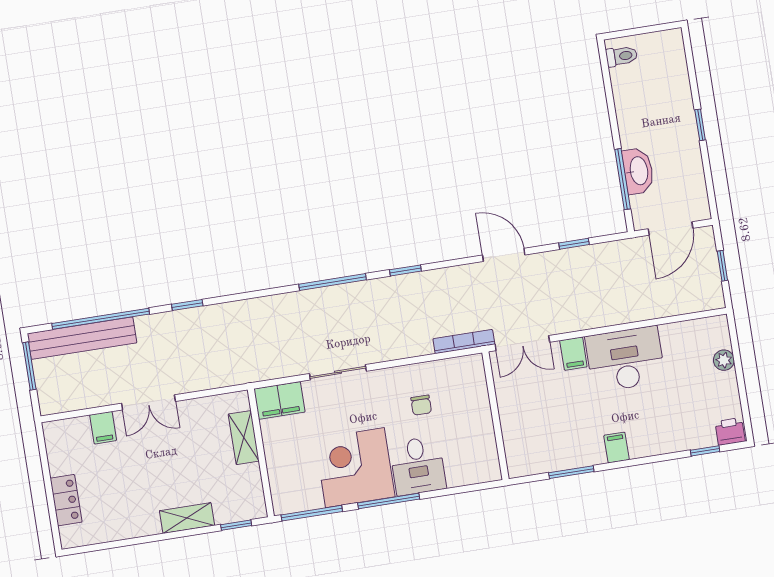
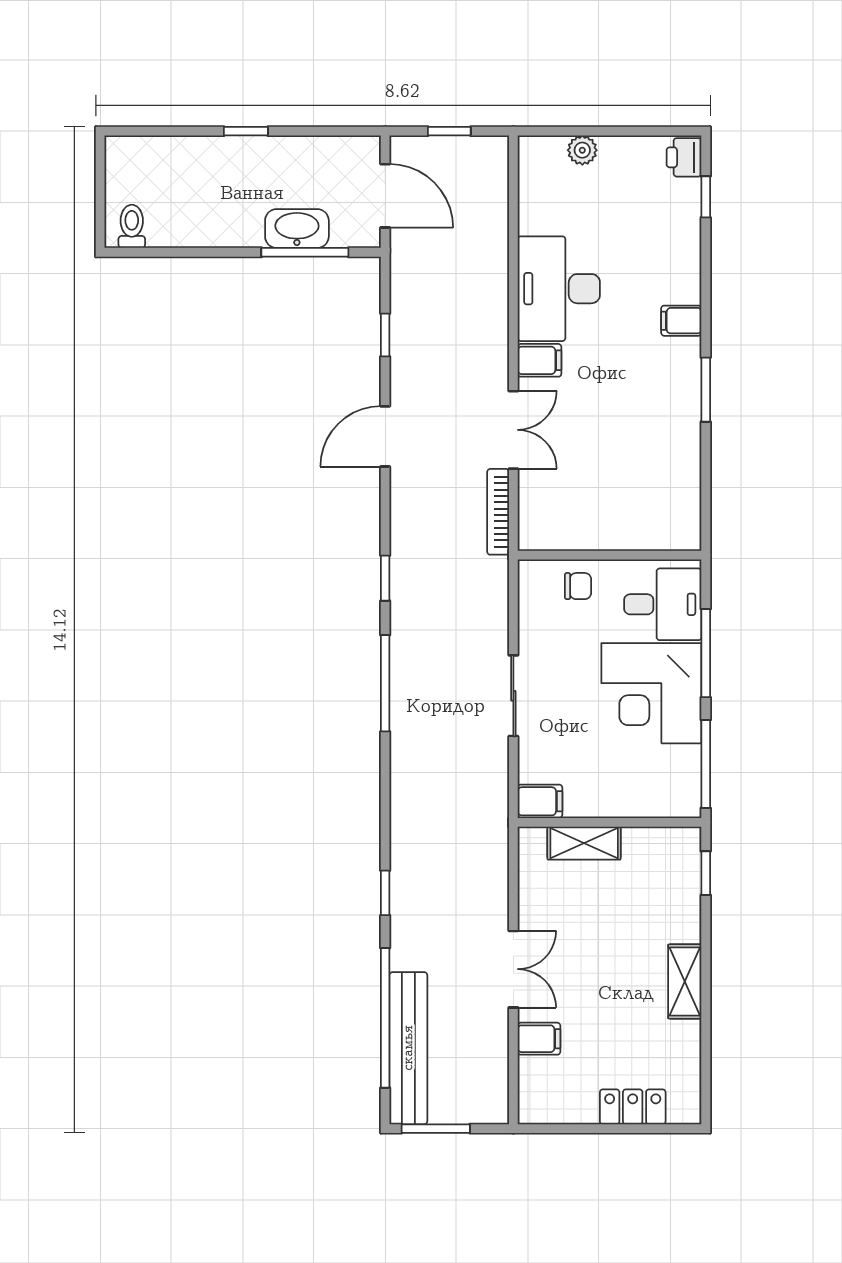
filing cabinet: (279, 400) -> (540, 801), width x0.50
wall: (495, 416) -> (610, 555), moved
shelving: (187, 518) -> (685, 981), moved

